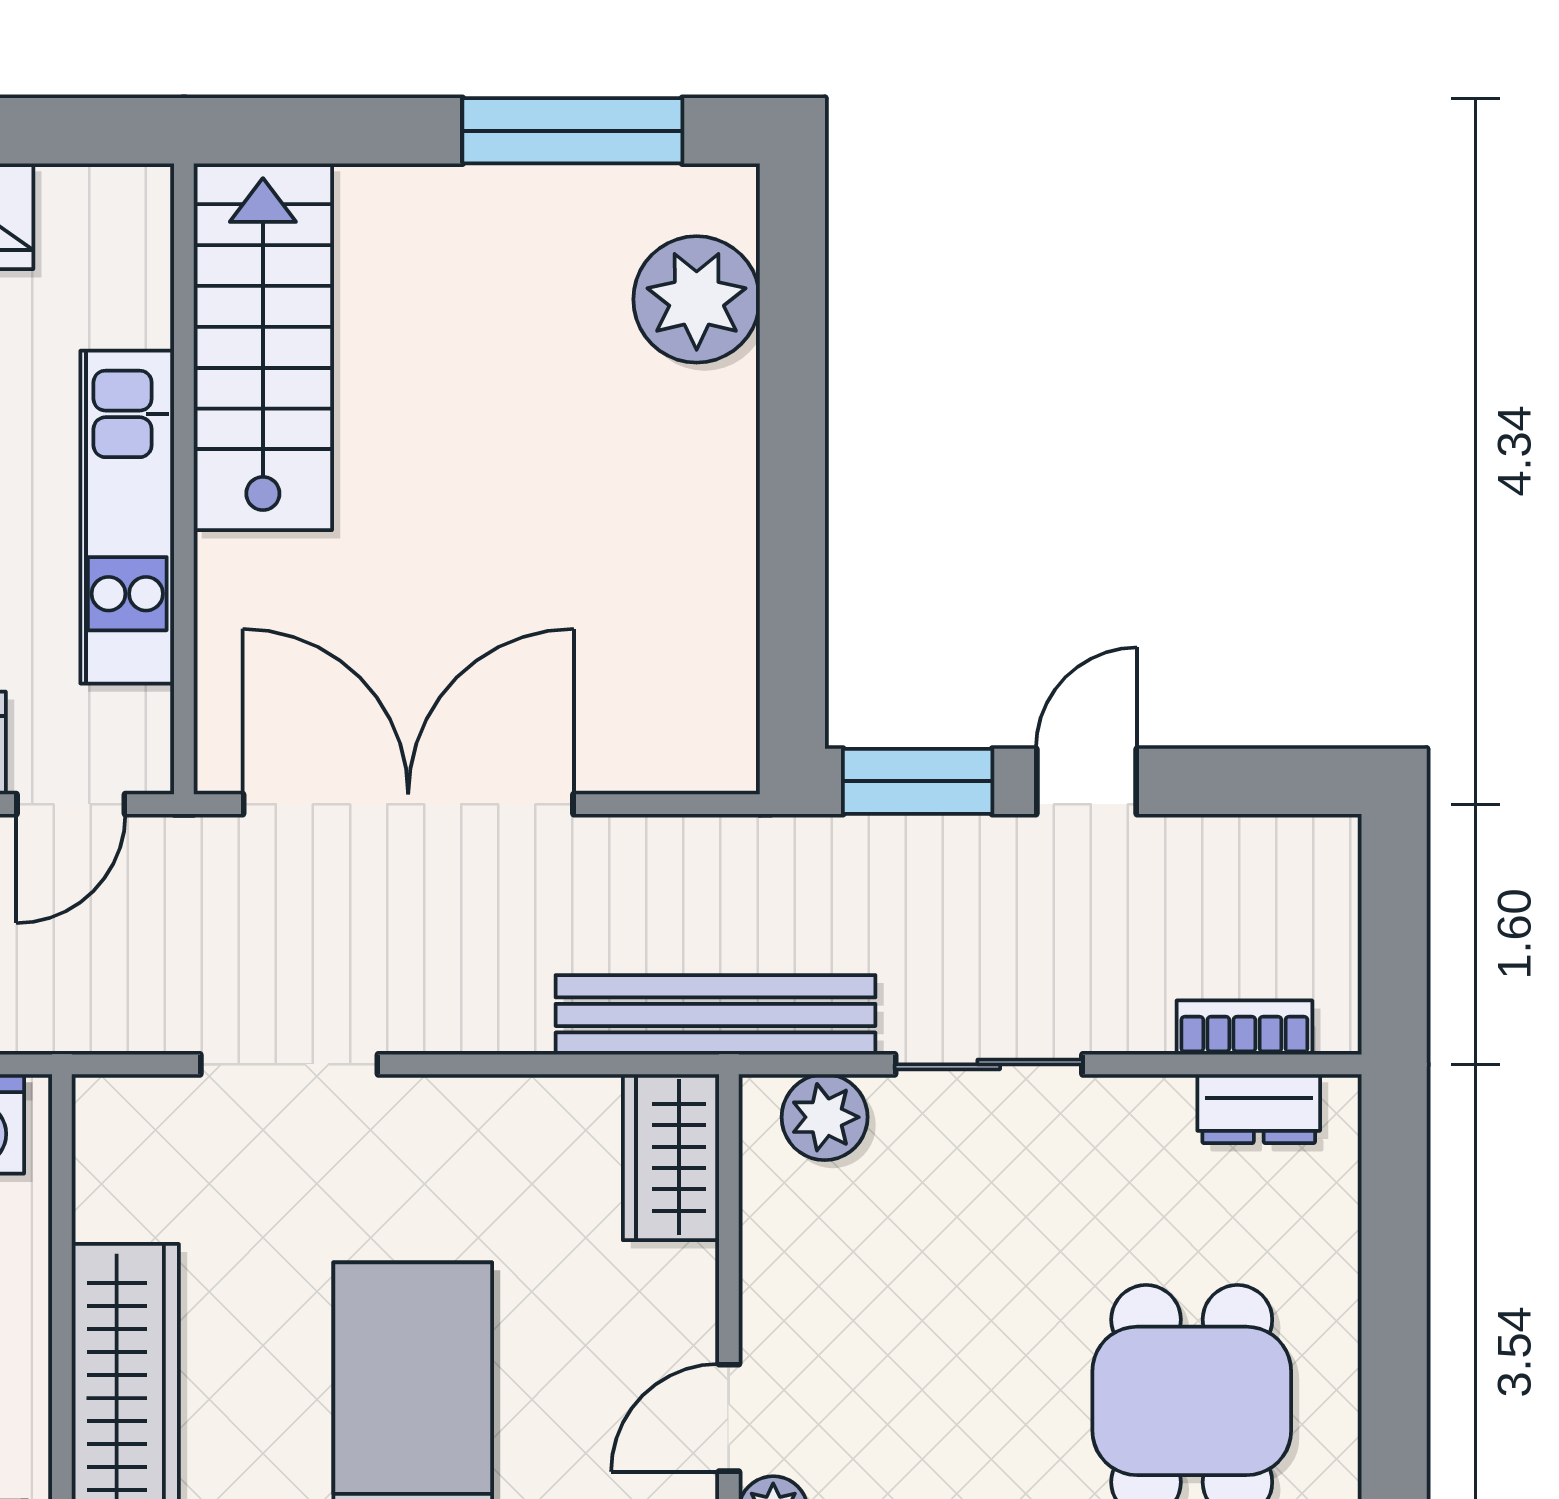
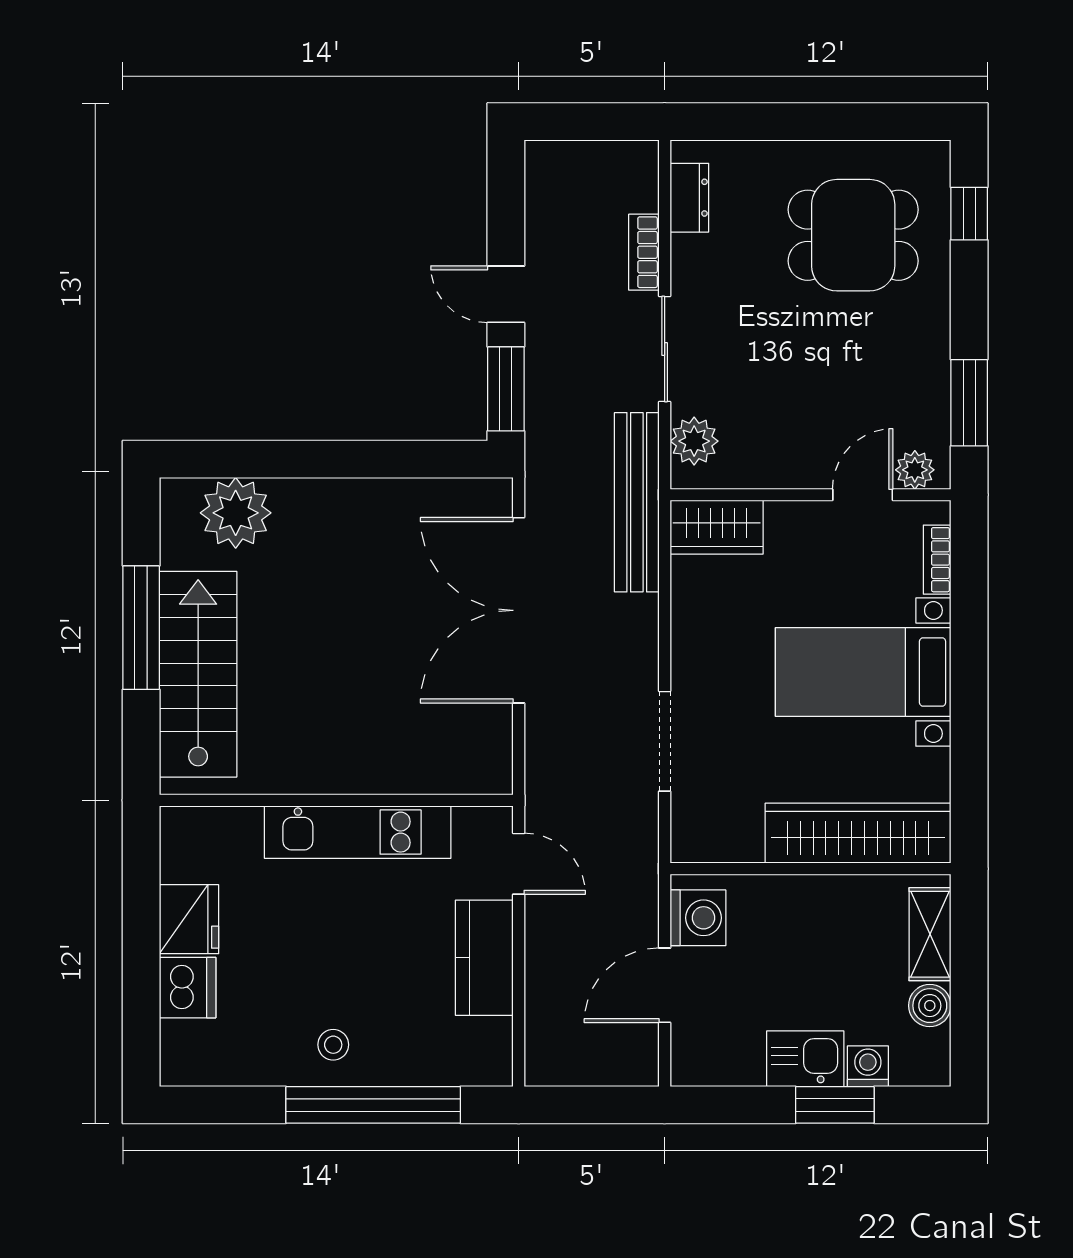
window: (572, 131) -> (141, 628), moved
stairs: (263, 347) -> (198, 674), moved, turned 90
double door: (408, 804) -> (519, 610), moved
bookcase: (1244, 1028) -> (644, 252), moved
door: (729, 1418) -> (863, 495), swing flipped

